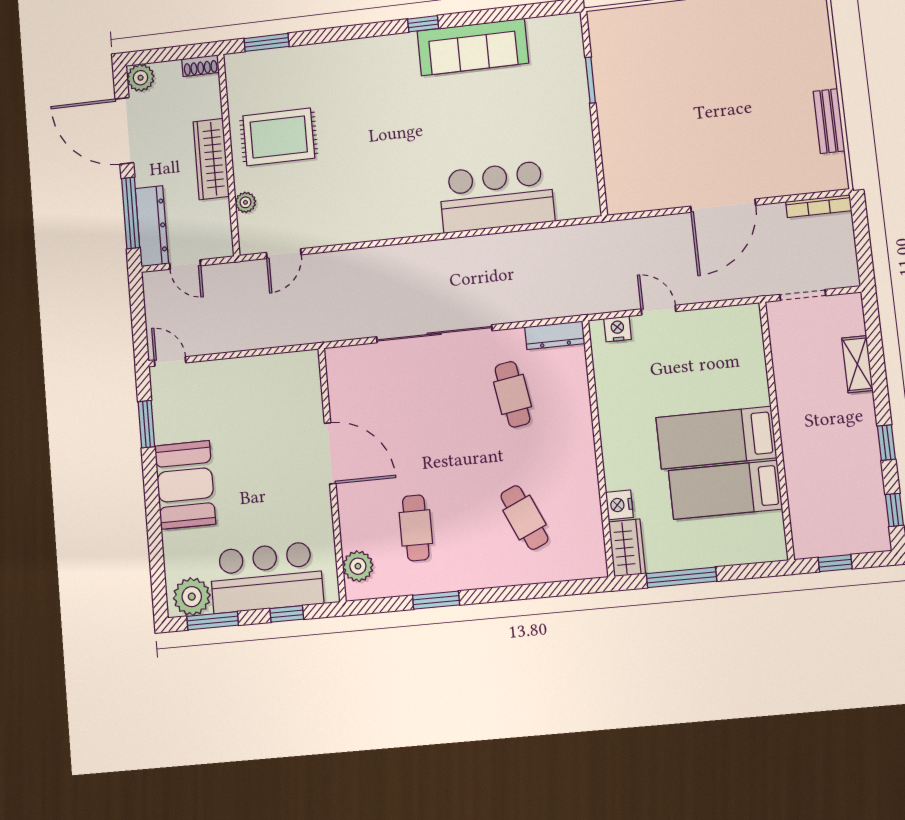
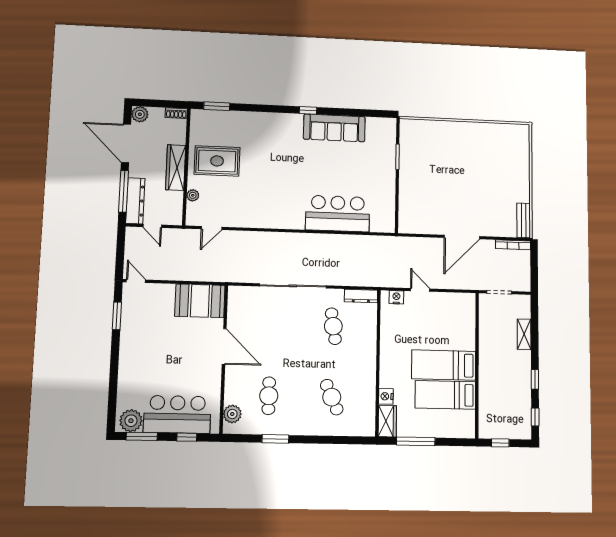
bench: (829, 121) -> (524, 220), moved
booth: (185, 485) -> (200, 301), moved, turned 90

